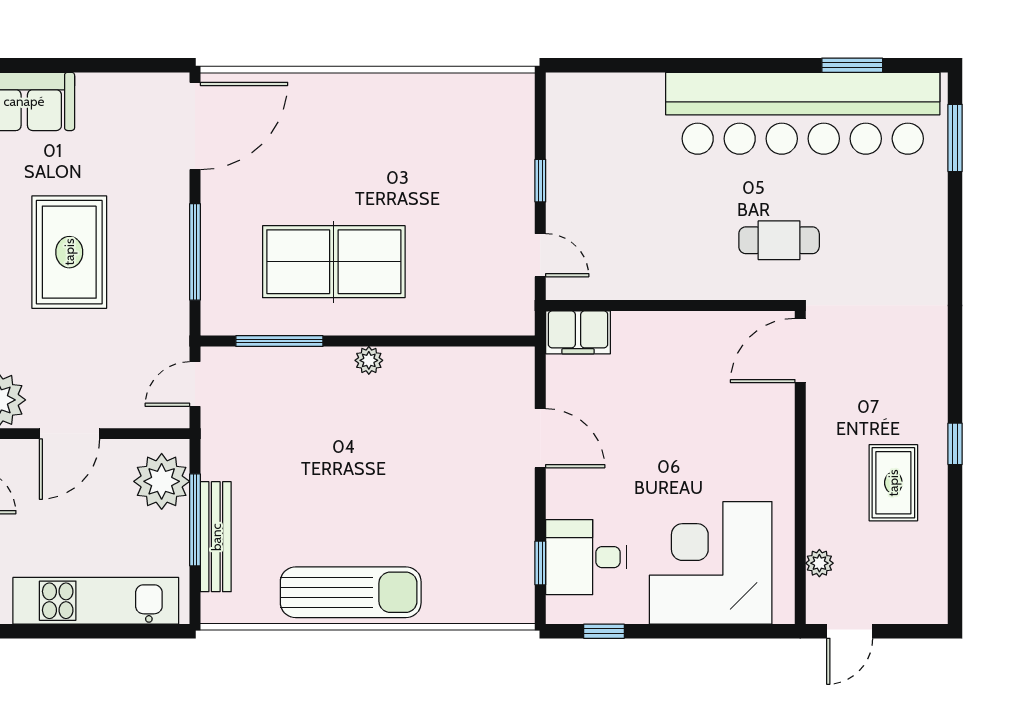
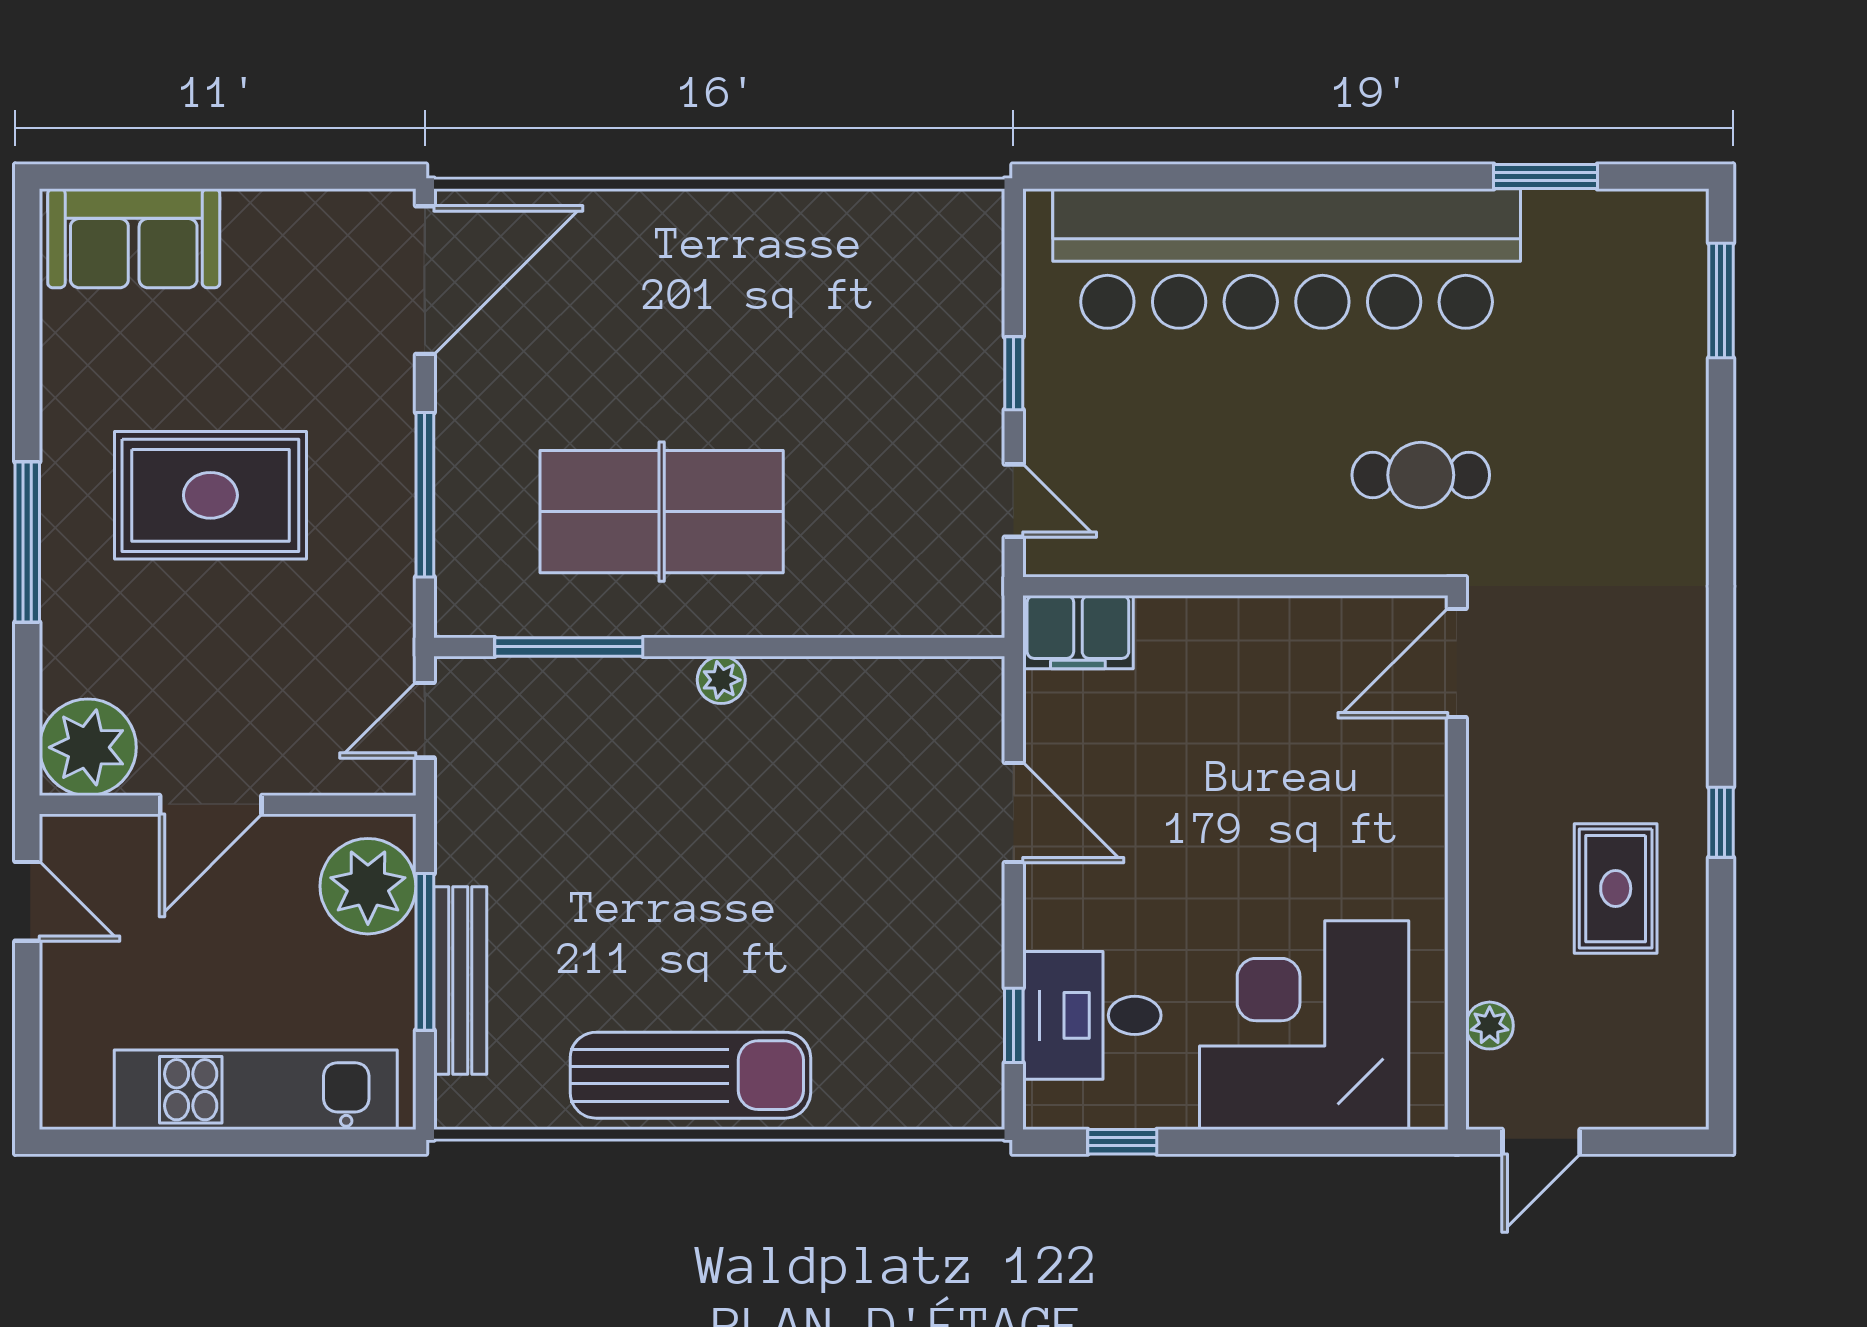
bar counter: (803, 113) -> (1287, 258), moved
rug: (69, 252) -> (210, 495), turned 90

